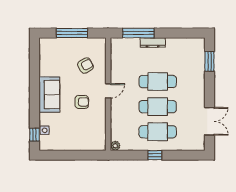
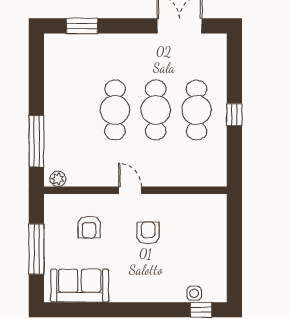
dresser: (153, 43) -> (52, 118), removed
armchair: (85, 66) -> (89, 227), turned -152
sofa: (49, 95) -> (80, 286), moved
plant: (115, 146) -> (58, 179), moved

